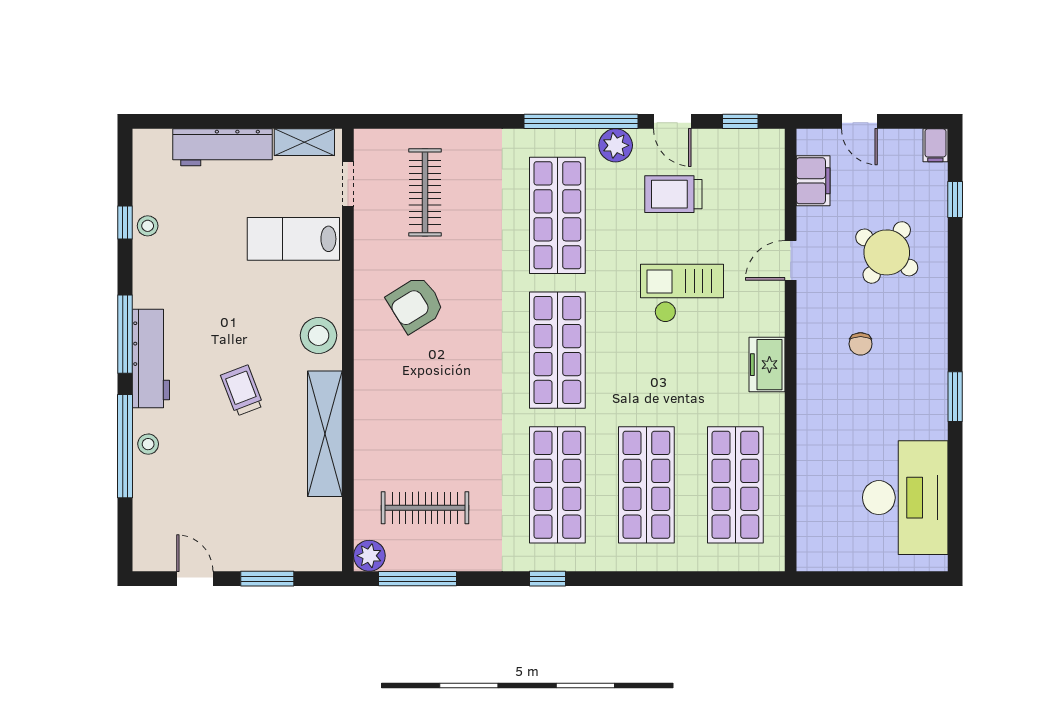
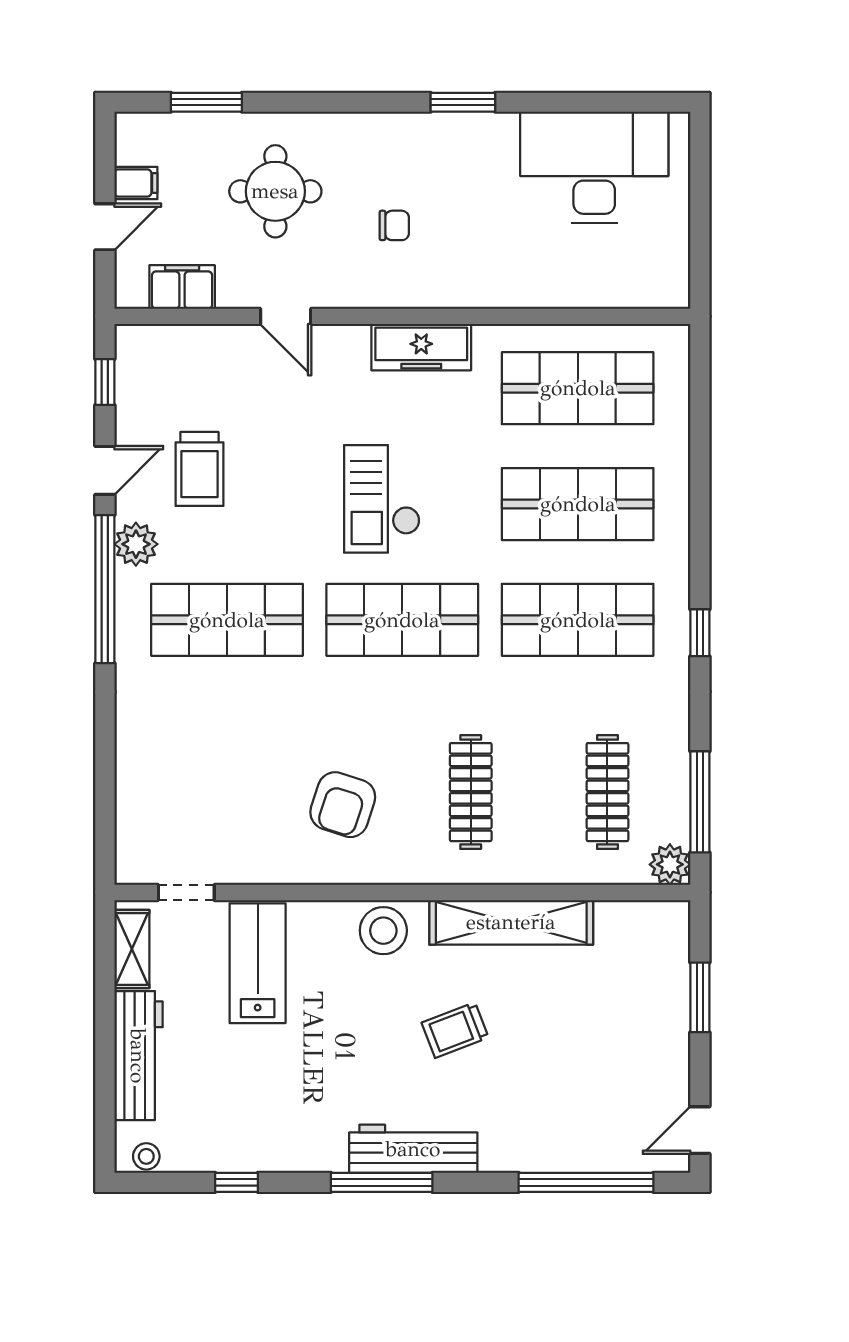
filing cabinet: (935, 145) -> (136, 183), moved
clothes rail: (425, 192) -> (471, 792), moved, turned 90
window: (955, 199) -> (206, 102), width x1.50
stool: (148, 226) -> (146, 1156), moved
lab bench: (293, 239) -> (258, 963), turned 180
round table: (887, 252) -> (275, 191), turned -34
checkout: (682, 293) -> (382, 499), moved
armchair: (415, 304) -> (343, 805), turned 50
freezer: (767, 365) -> (421, 347), width x1.40
stool: (148, 444) -> (525, 1152), removed
window: (125, 446) -> (586, 1182), moved
door: (195, 579) -> (700, 1130), moved

